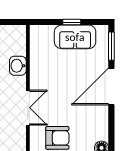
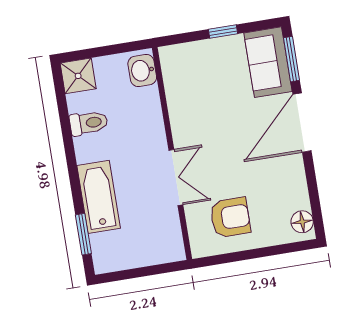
sofa: (75, 37) -> (268, 62), moved, turned 90
washbasin: (18, 66) -> (142, 70), moved

